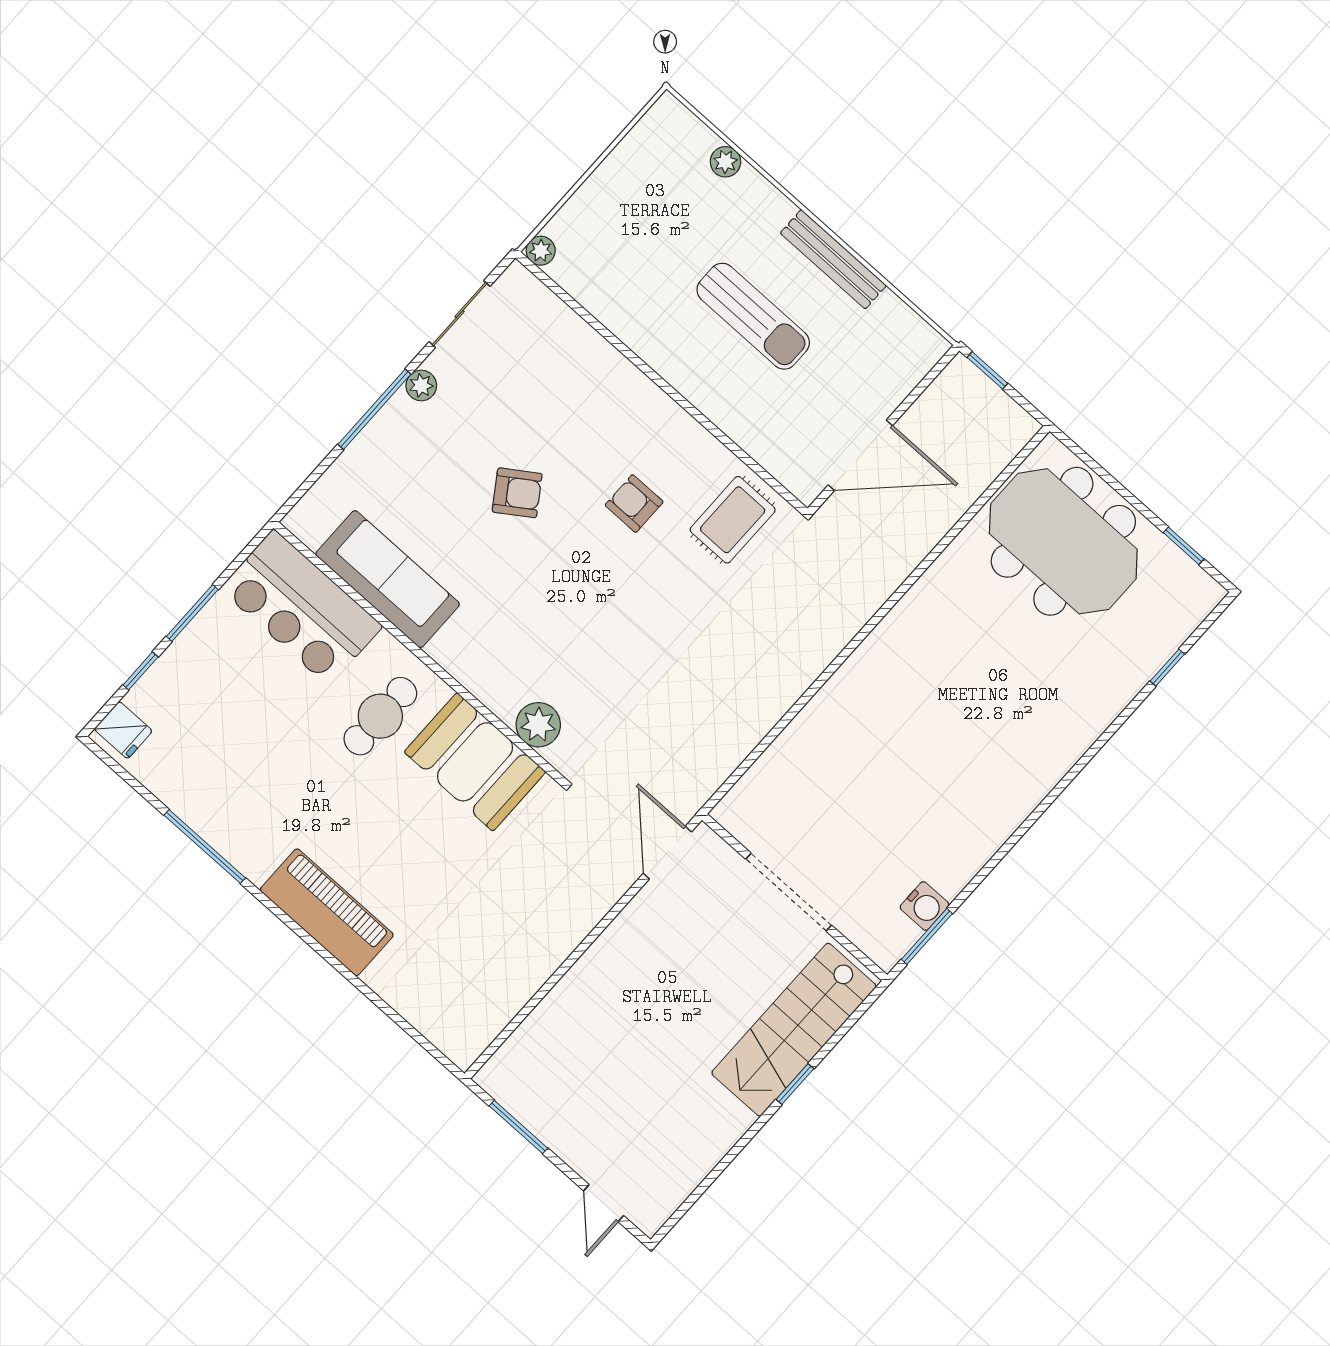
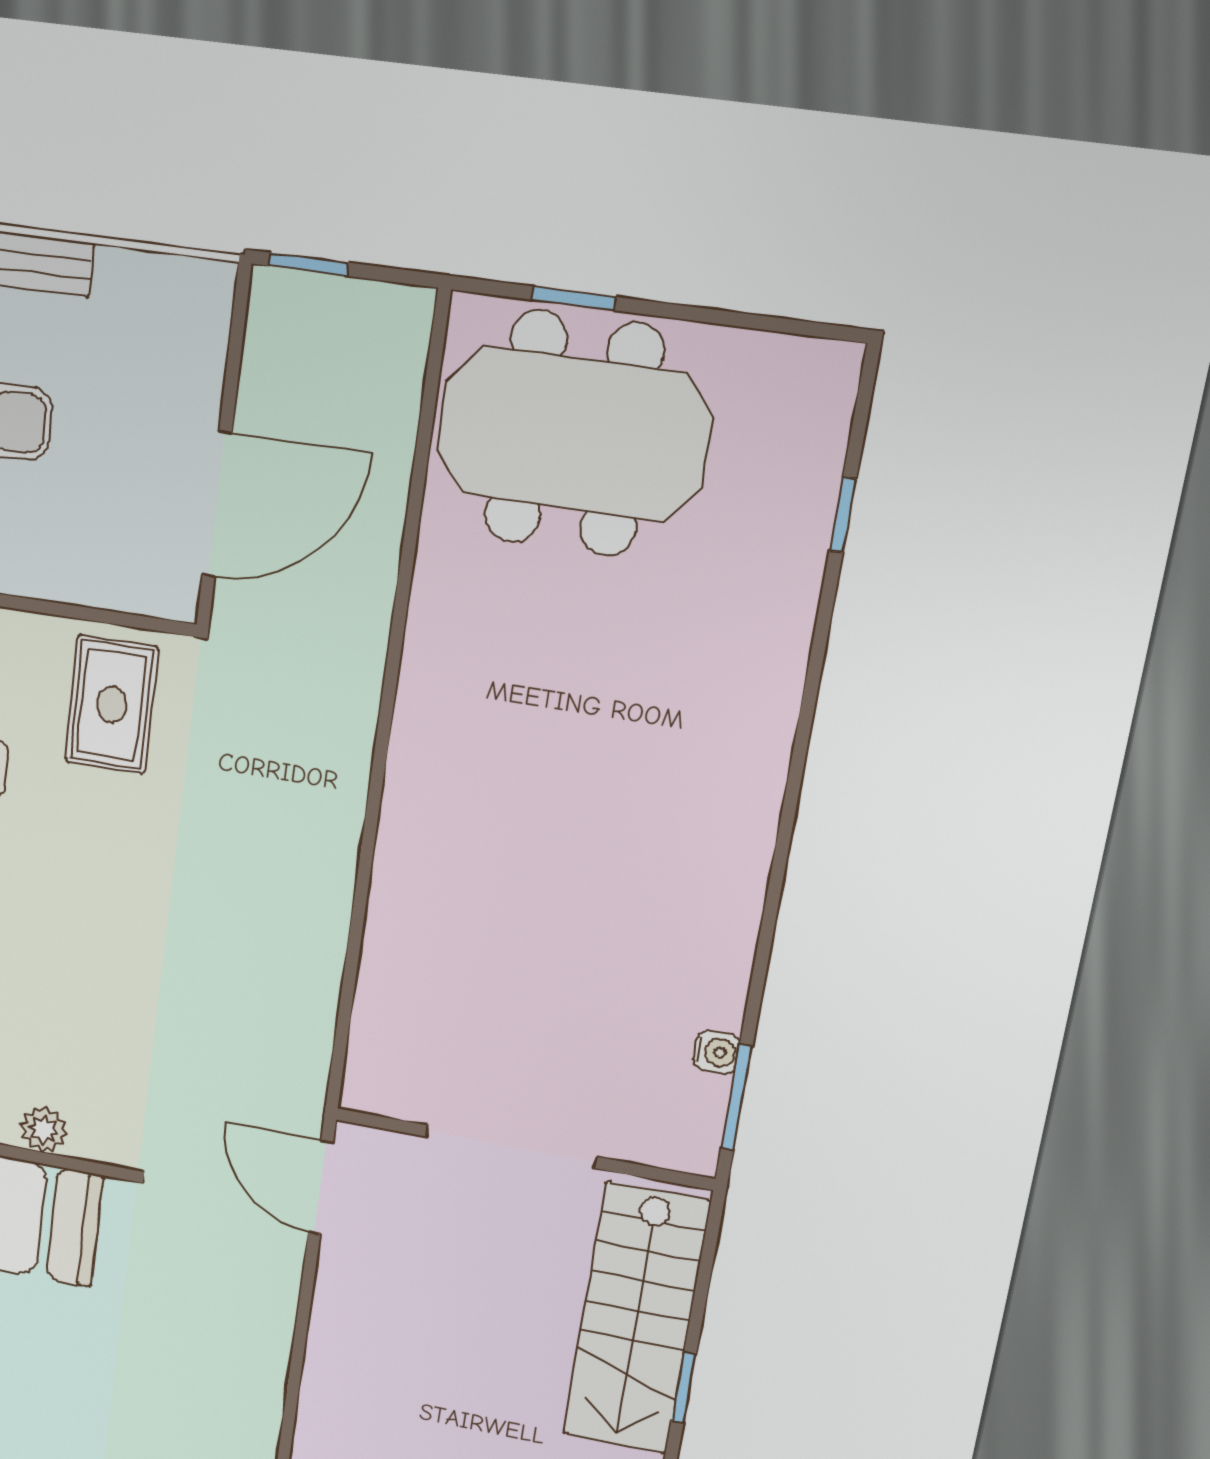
window: (1184, 546) -> (574, 298), moved
plant: (538, 725) -> (44, 1130), width x0.73, depth x0.73
water cooler: (924, 906) -> (716, 1052), width x0.72, depth x0.72

